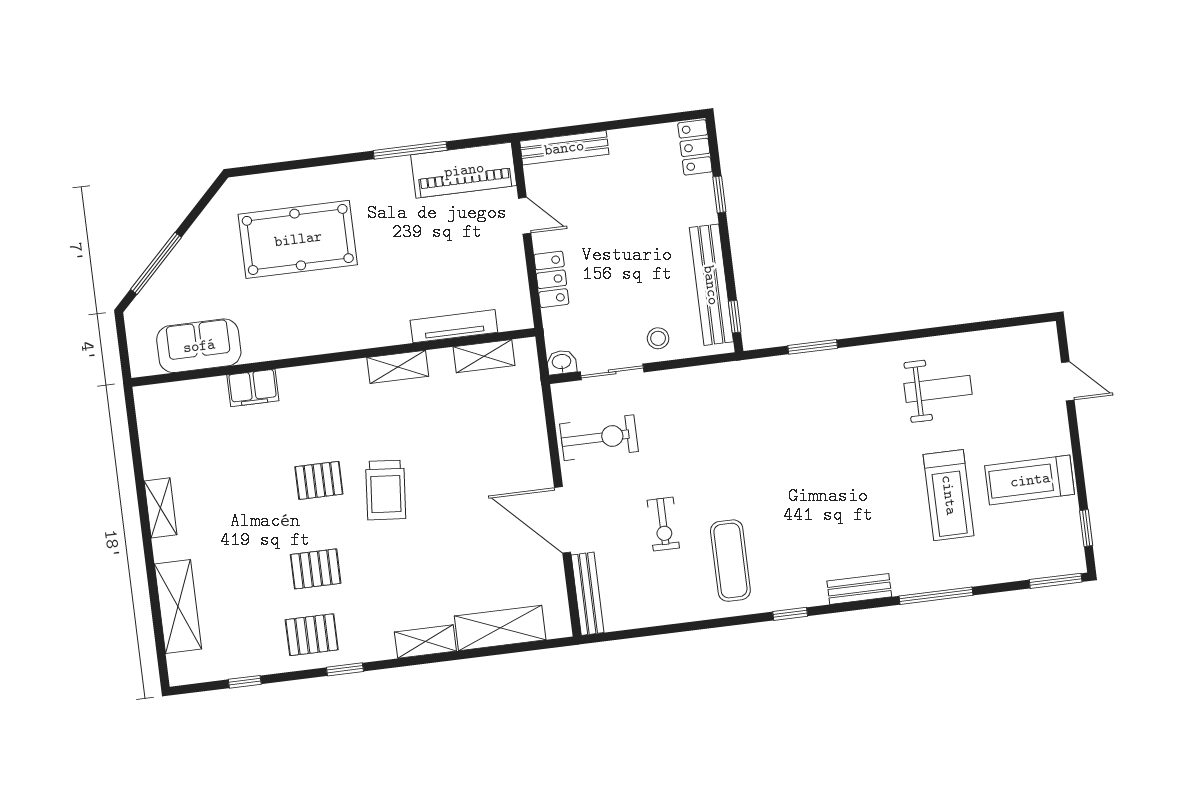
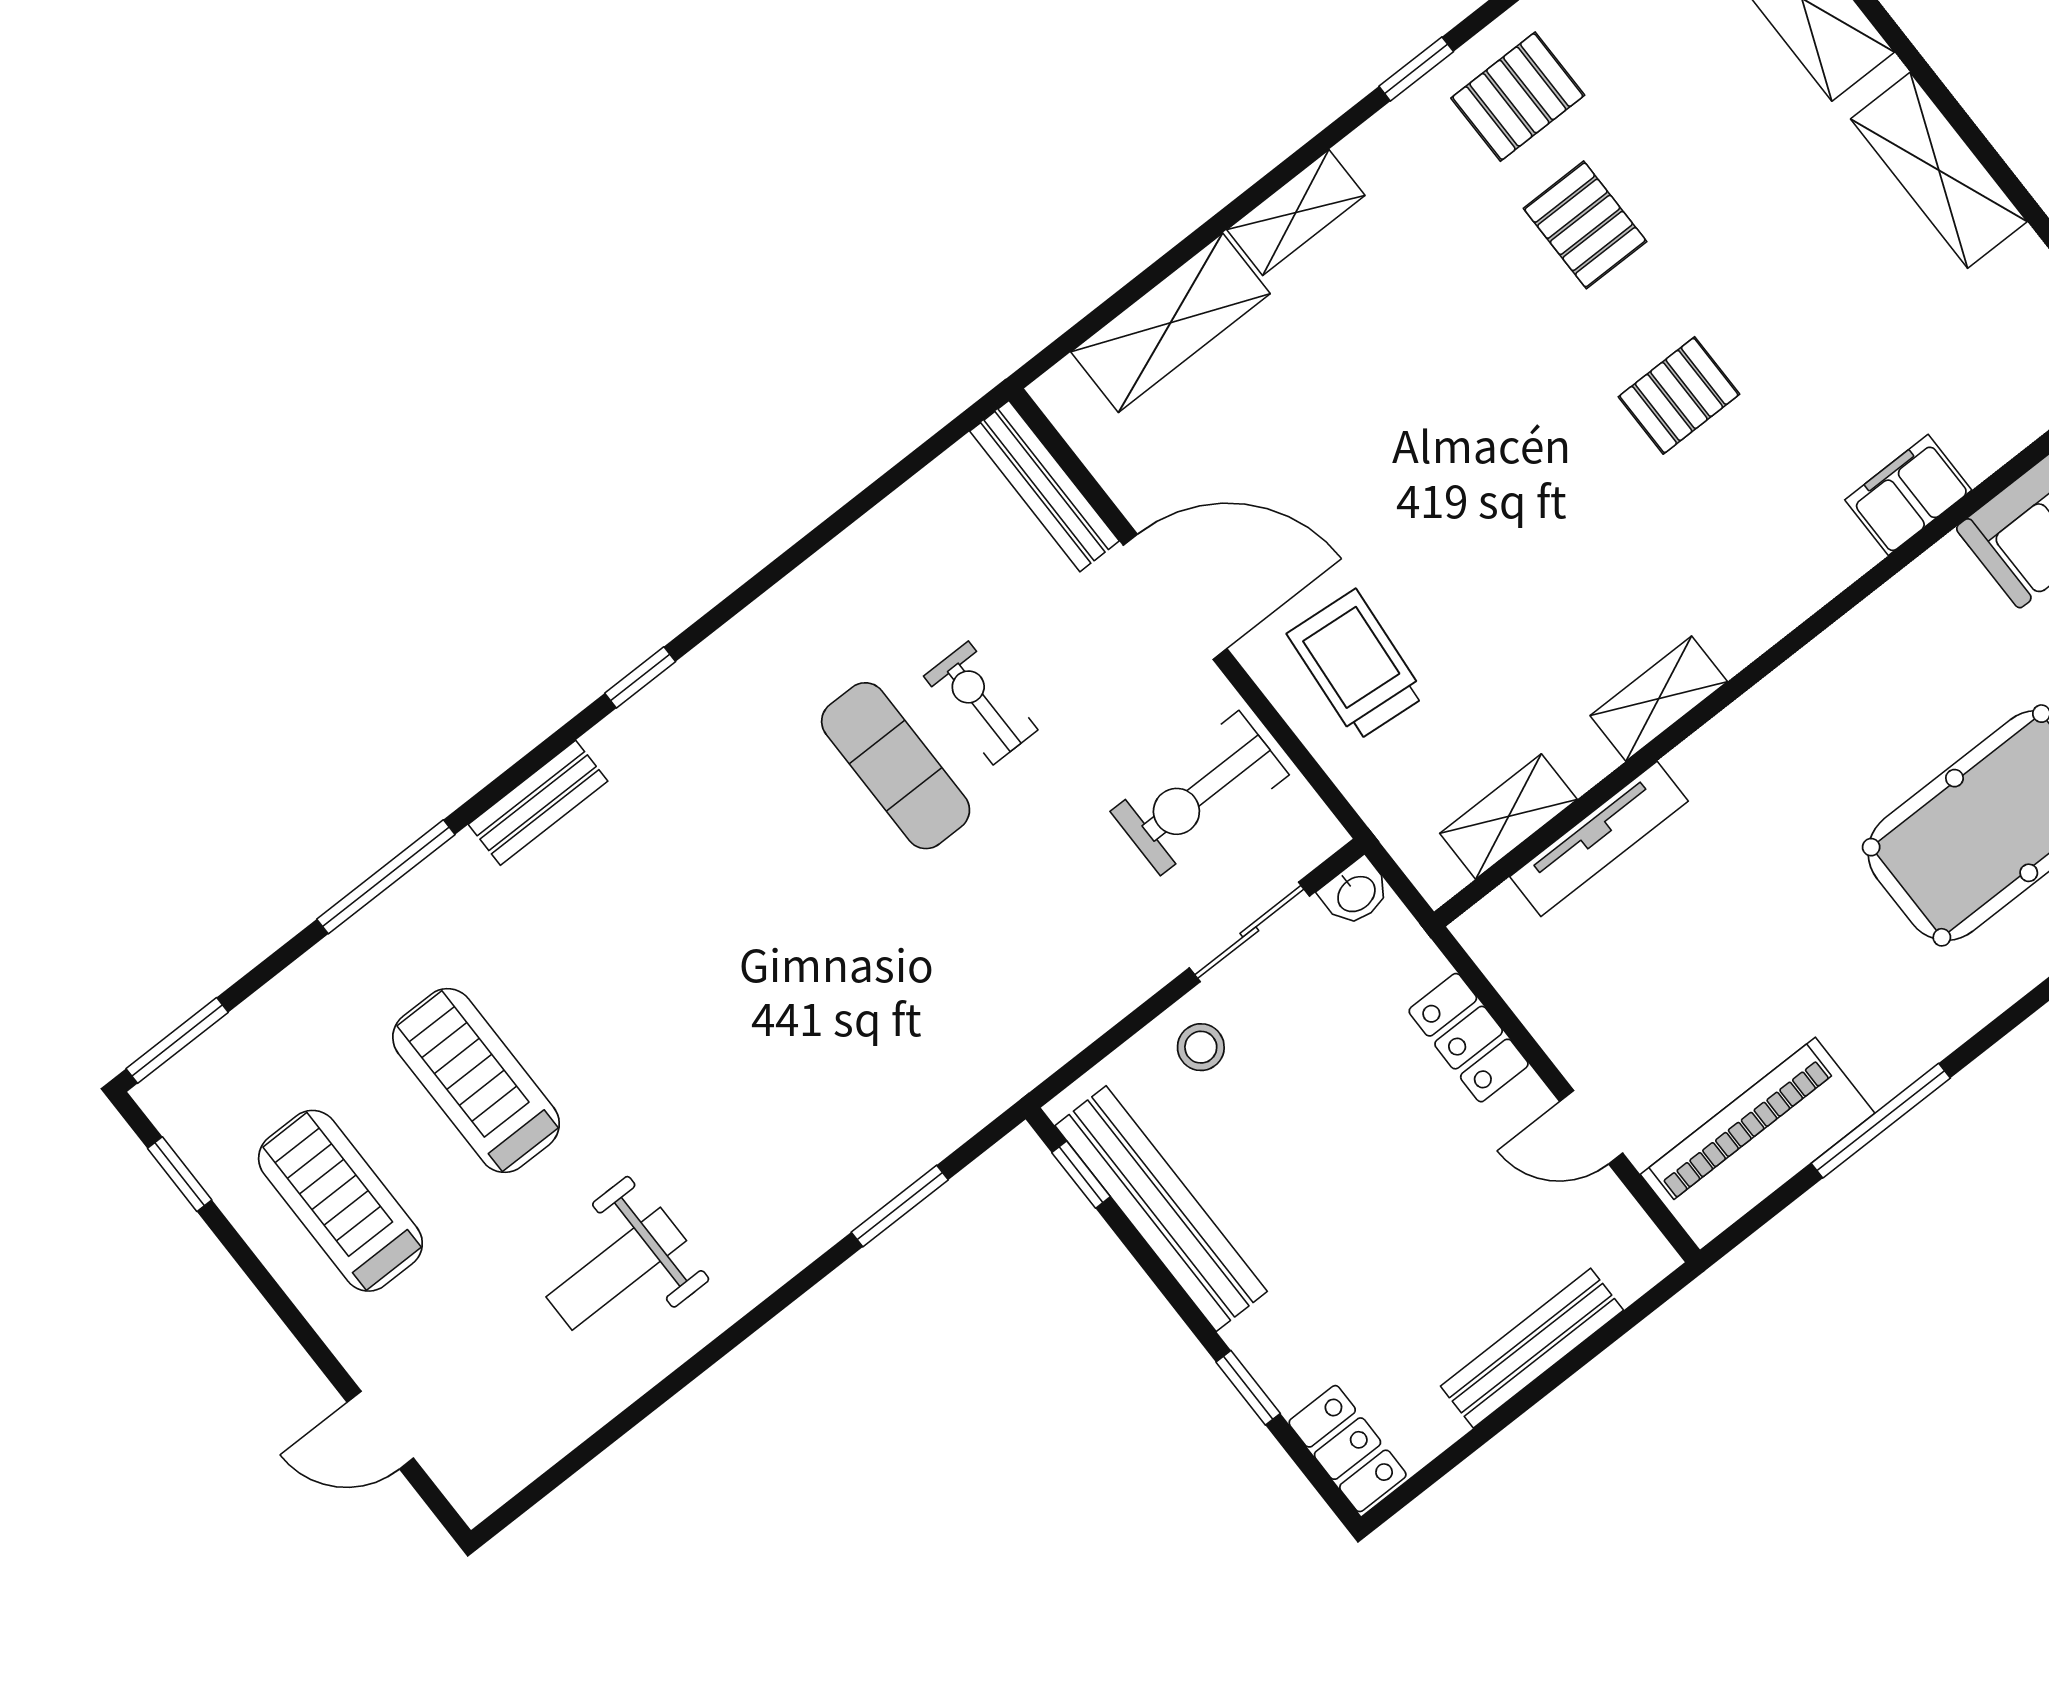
bench: (564, 148) -> (1532, 1348), moved
treadmill: (1030, 480) -> (340, 1201), turned -90
trolley: (386, 490) -> (1356, 665), moved
shelving: (160, 508) -> (1939, 170), width x1.50, depth x1.33
exercise mat: (730, 561) -> (896, 766), moved
pallet: (316, 569) -> (1585, 225), turned 90

